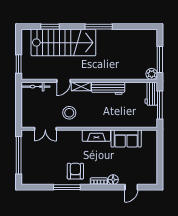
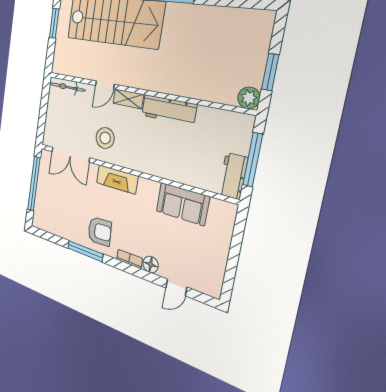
window: (160, 60) -> (270, 72), width x0.69
window: (19, 64) -> (54, 23), moved
workbench: (151, 94) -> (233, 176), moved
double door: (45, 129) -> (70, 155), width x1.37
fireplace: (96, 136) -> (117, 179), moved
armchair: (75, 171) -> (100, 231), turned 87

